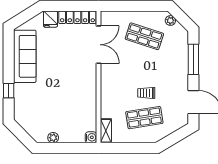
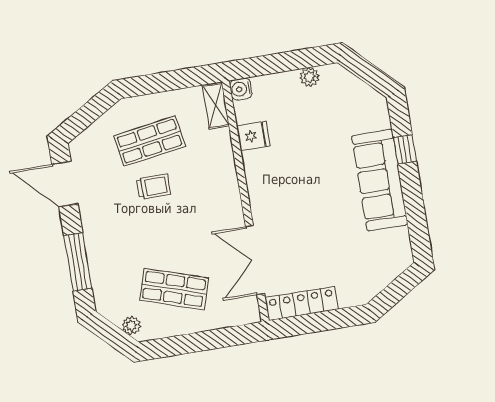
fridge: (50, 19) -> (253, 136), moved, turned 90
sofa: (25, 56) -> (380, 180), moved

